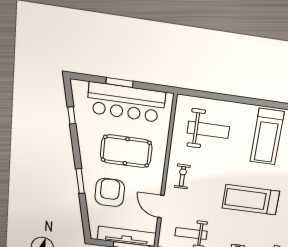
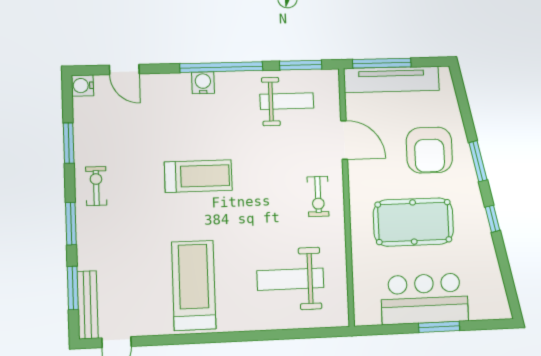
bar counter: (126, 102) -> (425, 299), width x0.73
window: (72, 115) -> (493, 219), moved
treadmill: (251, 200) -> (198, 176), width x0.73, depth x0.73

